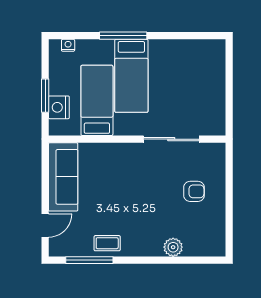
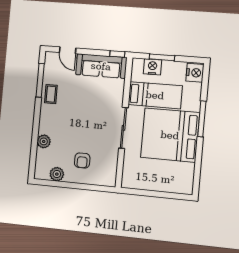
nightstand: (68, 45) -> (195, 73), width x1.89, depth x1.79
bed: (131, 76) -> (170, 135), width x2.04
sliding door: (171, 139) -> (123, 128), moved
window: (45, 156) -> (117, 54), added
plant: (216, 225) -> (57, 174), added

